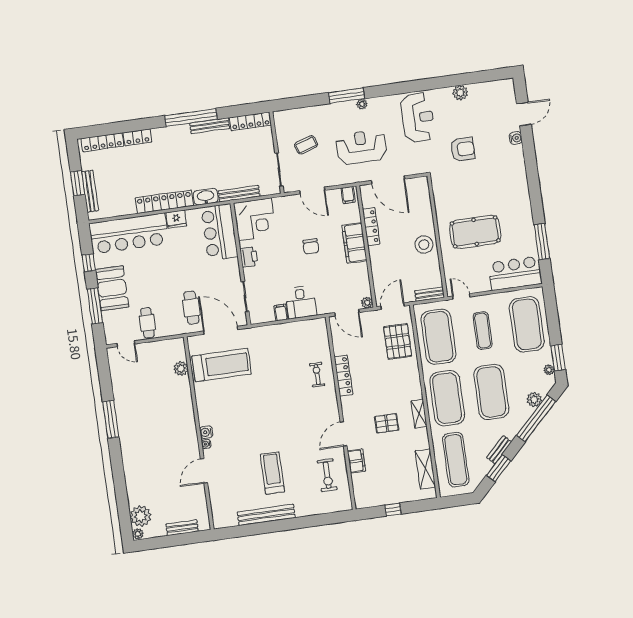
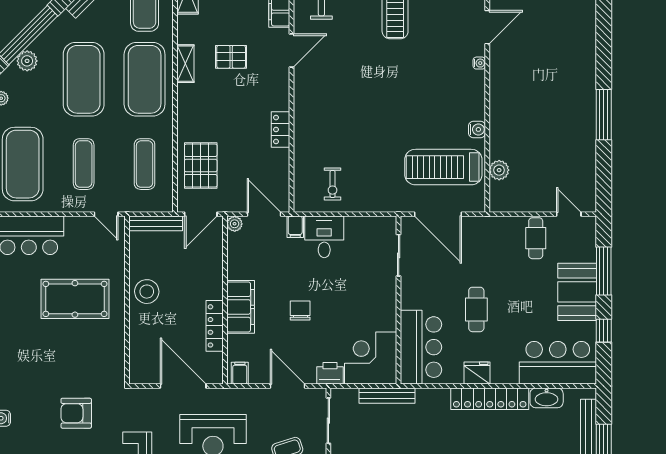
washbasin: (206, 197) -> (547, 398), moved
bar counter: (129, 233) -> (558, 363), width x0.73
printer: (249, 257) -> (330, 373), moved, turned 90
bench: (430, 294) -> (156, 223), width x1.36
cafe table: (191, 308) -> (476, 309), moved
filing cabinet: (281, 313) -> (295, 227), moved
exercise mat: (438, 337) -> (145, 164), width x0.50, depth x0.69
exercise bike: (317, 375) -> (333, 184), moved
locker: (343, 376) -> (281, 130), width x0.66
water cooler: (206, 432) -> (477, 129), moved

